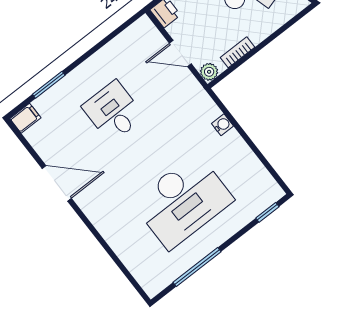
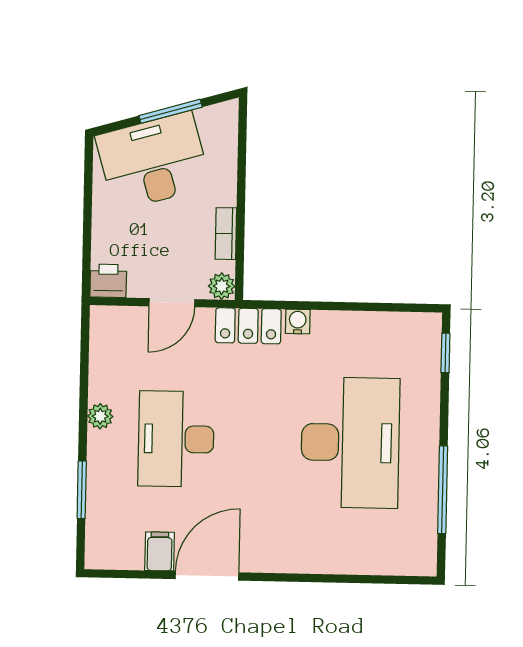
plant: (93, 64) -> (100, 416), added
locker: (200, 101) -> (248, 326), added
desk: (113, 112) -> (176, 439), width x1.37
filing cabinet: (25, 118) -> (160, 551), moved

